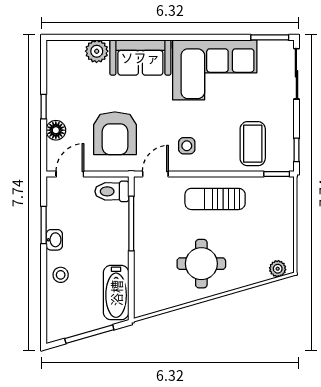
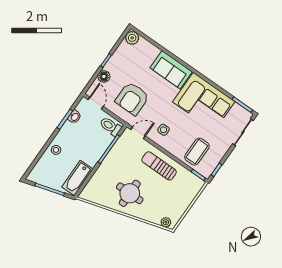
plant: (97, 51) -> (132, 38), moved
door: (70, 174) -> (96, 103), hinge flipped
washbasin: (54, 240) -> (75, 117), moved

